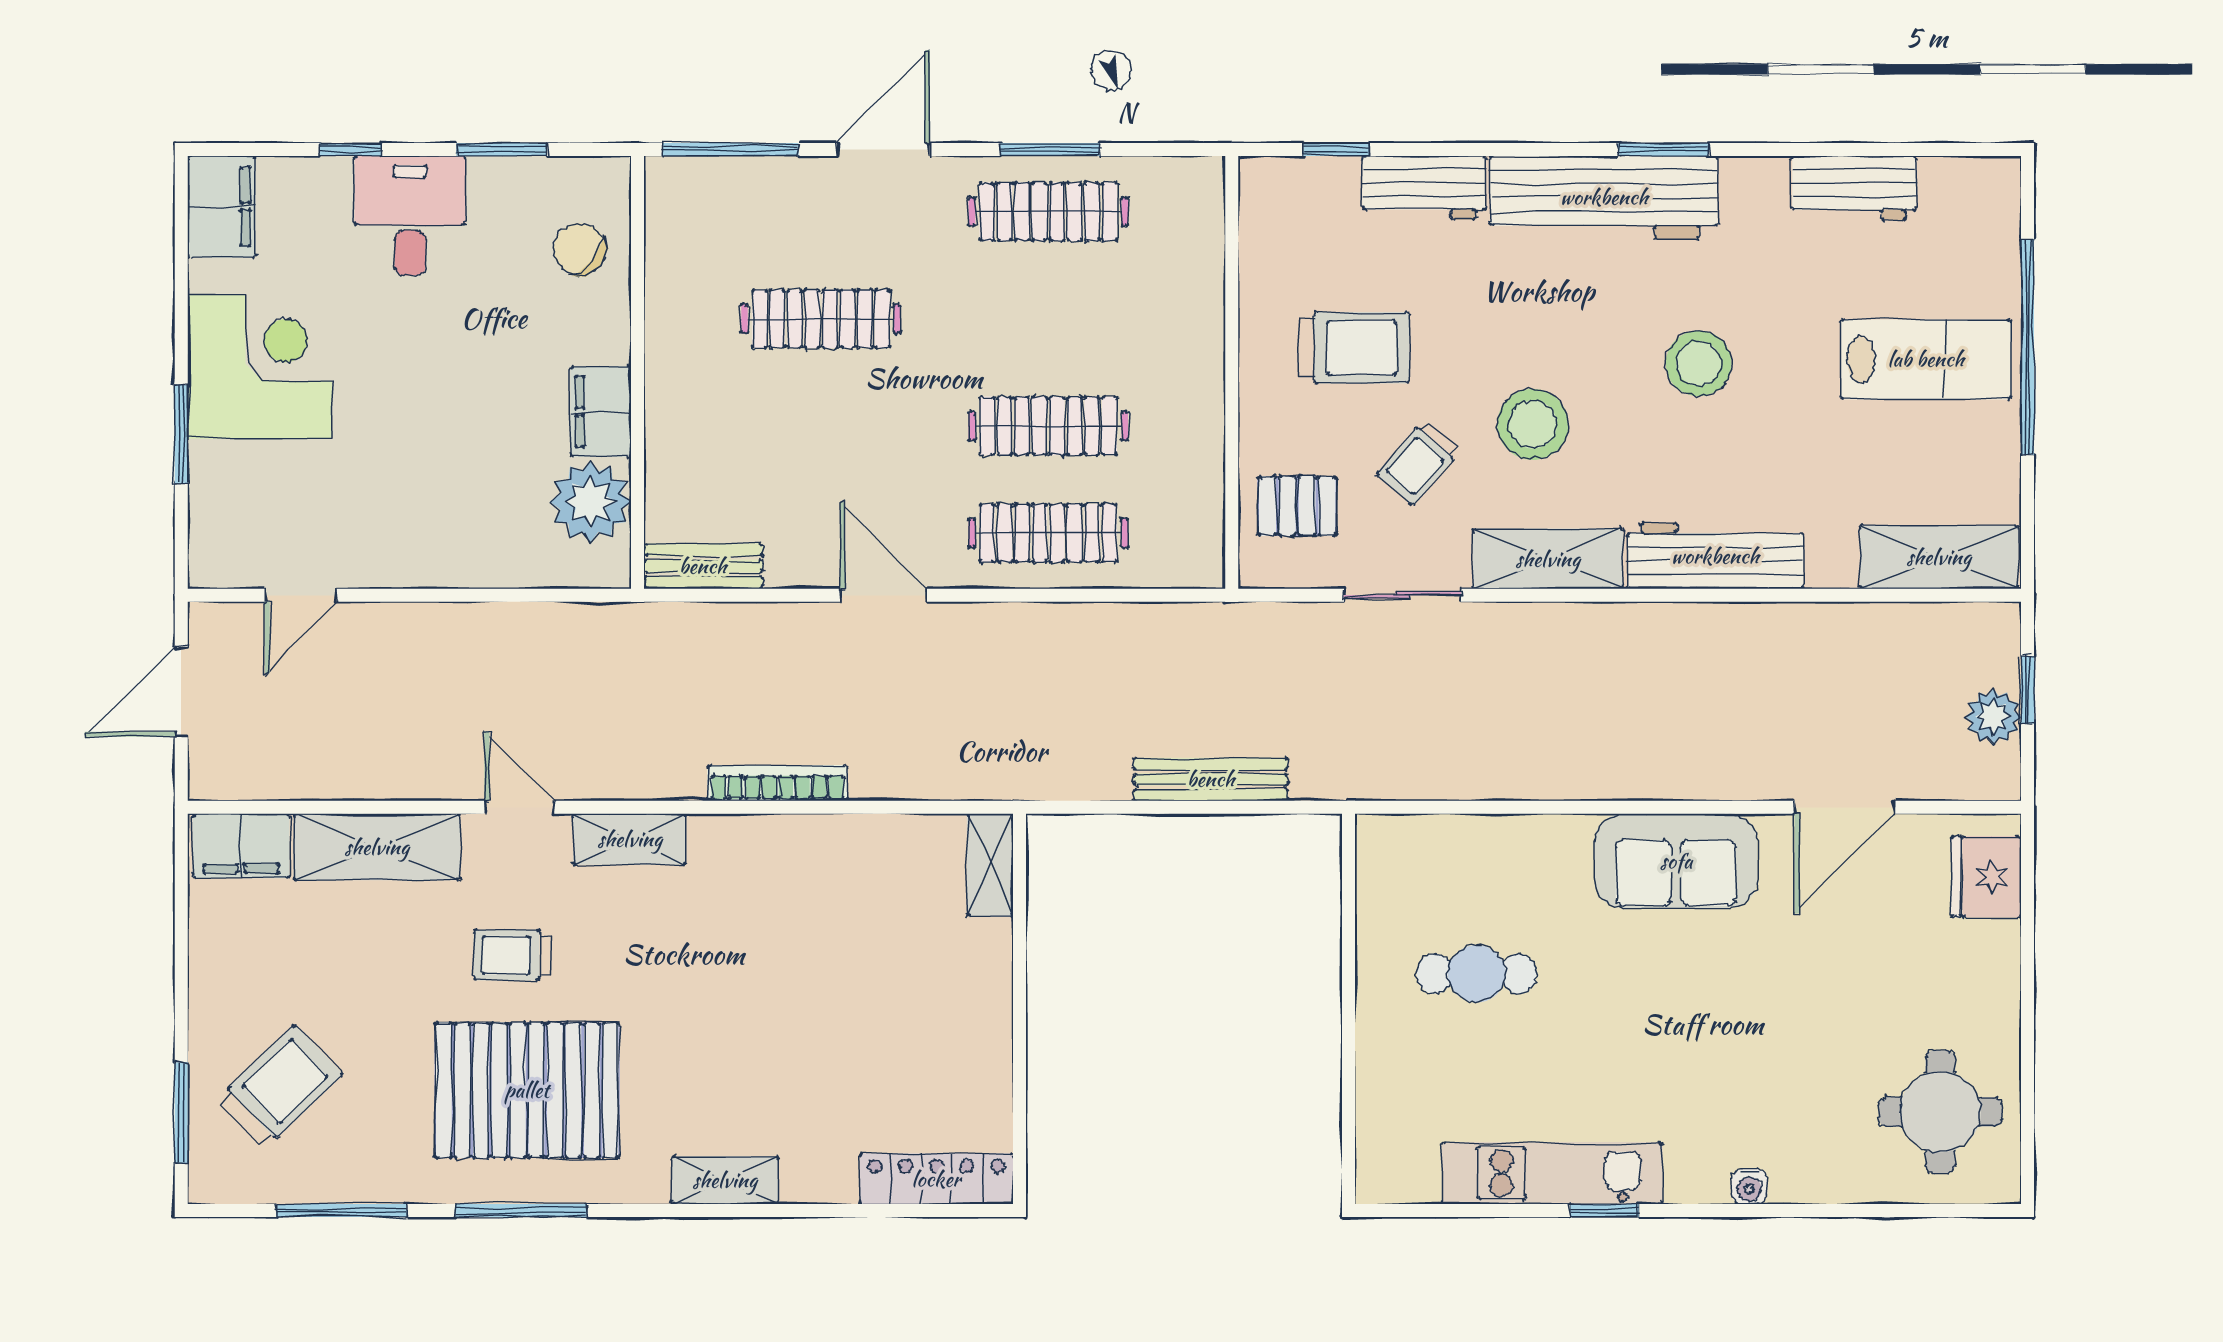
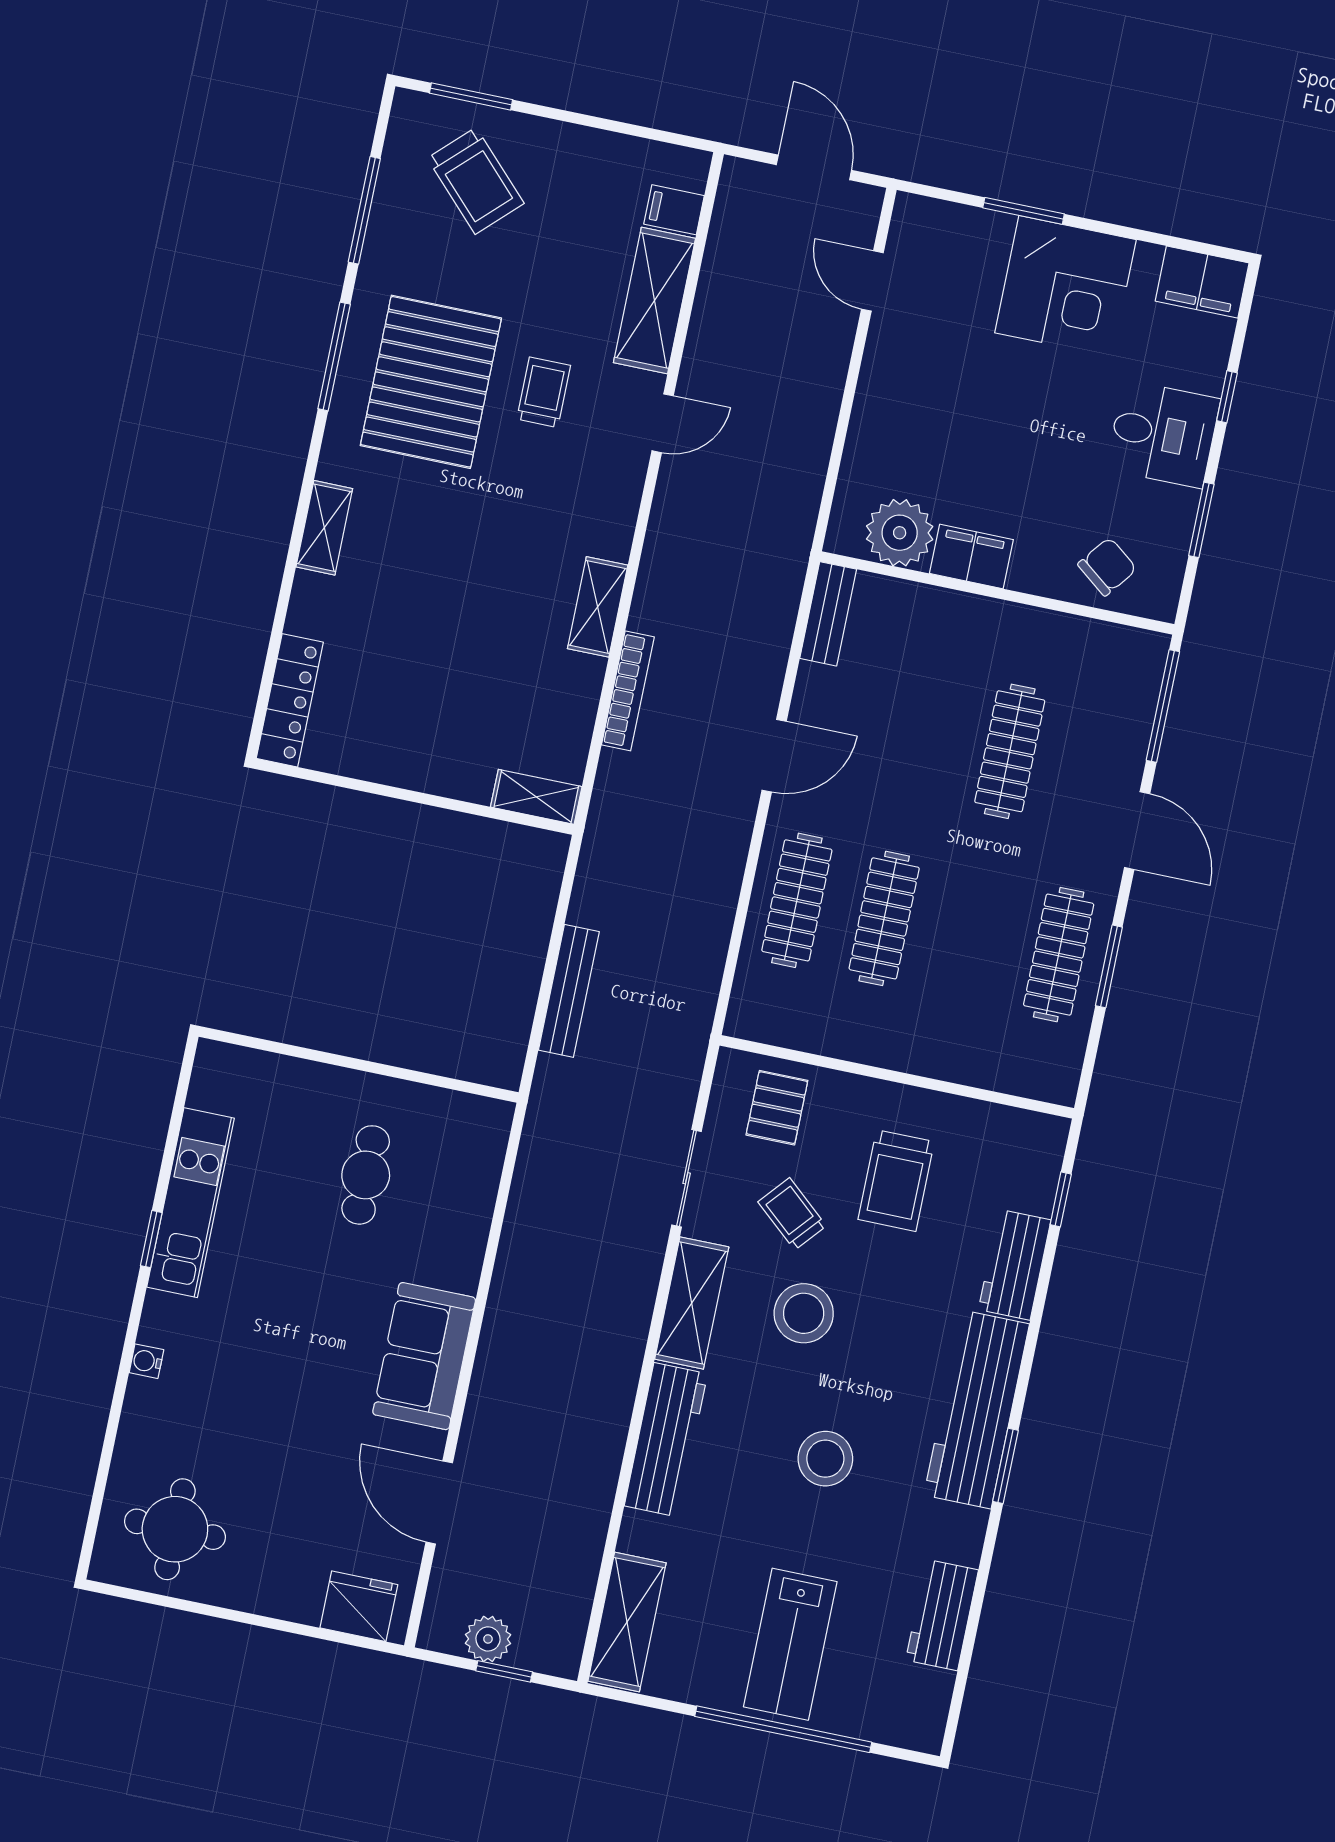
bookcase: (777, 783) -> (628, 691), moved
shelving: (630, 839) -> (598, 607), moved
filing cabinet: (241, 846) -> (674, 210), width x0.50

